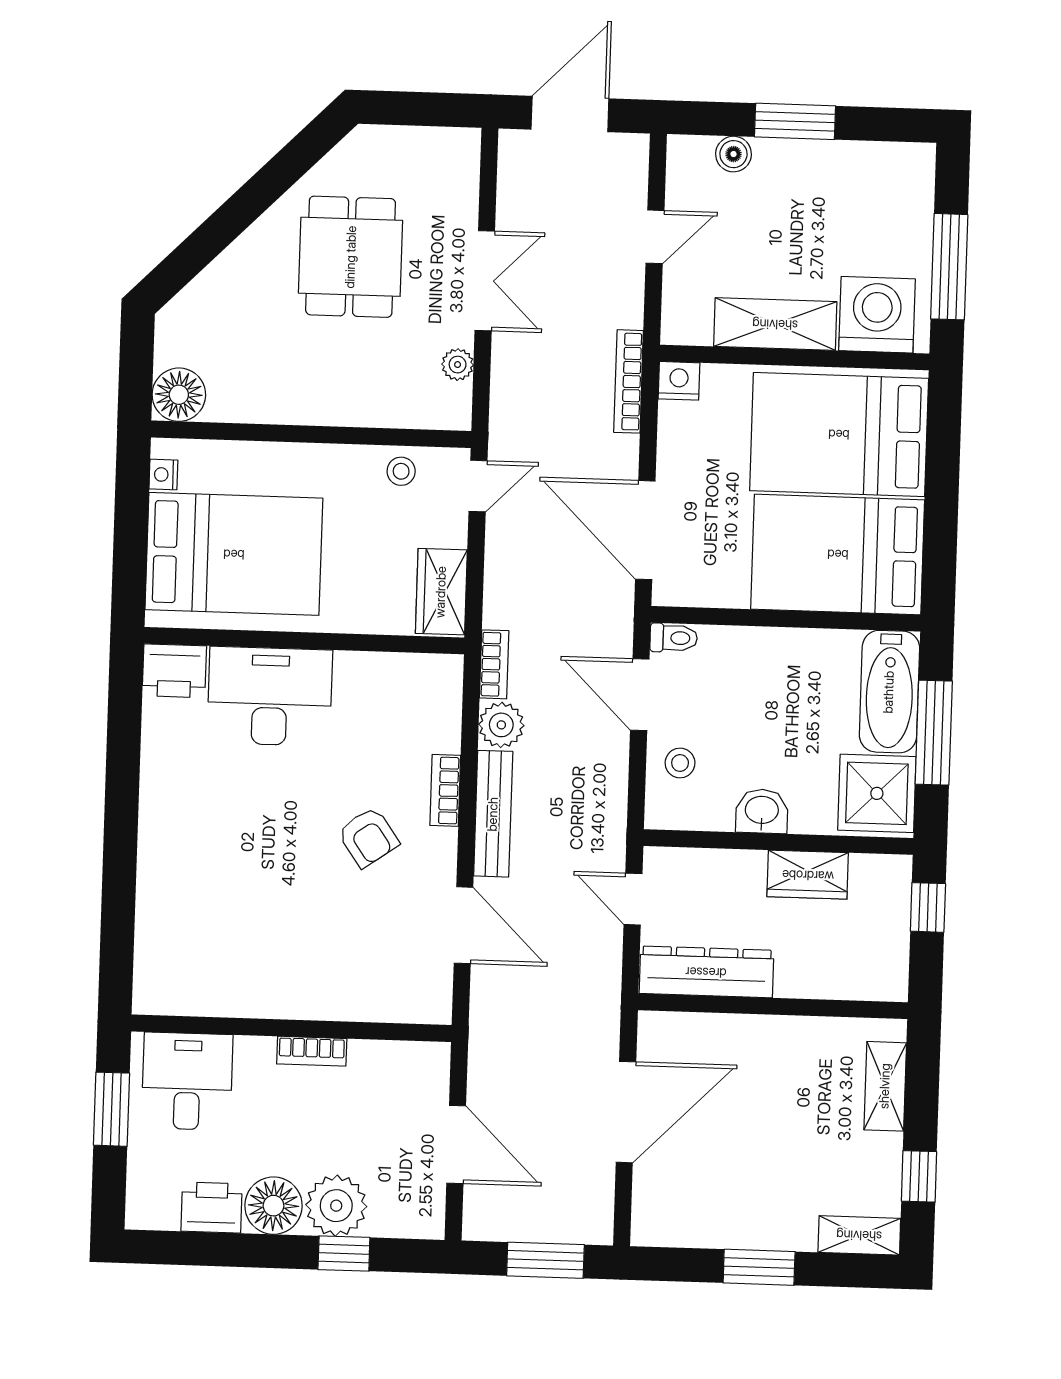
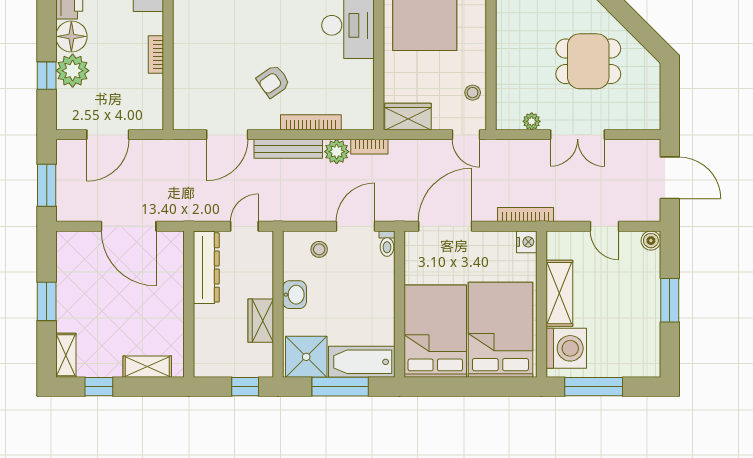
boiler: (734, 154) -> (651, 241), moved
bookcase: (445, 790) -> (311, 122), width x1.56

